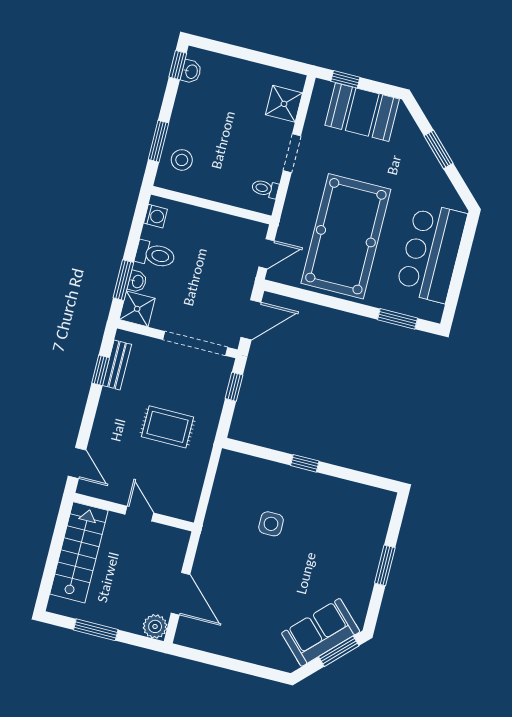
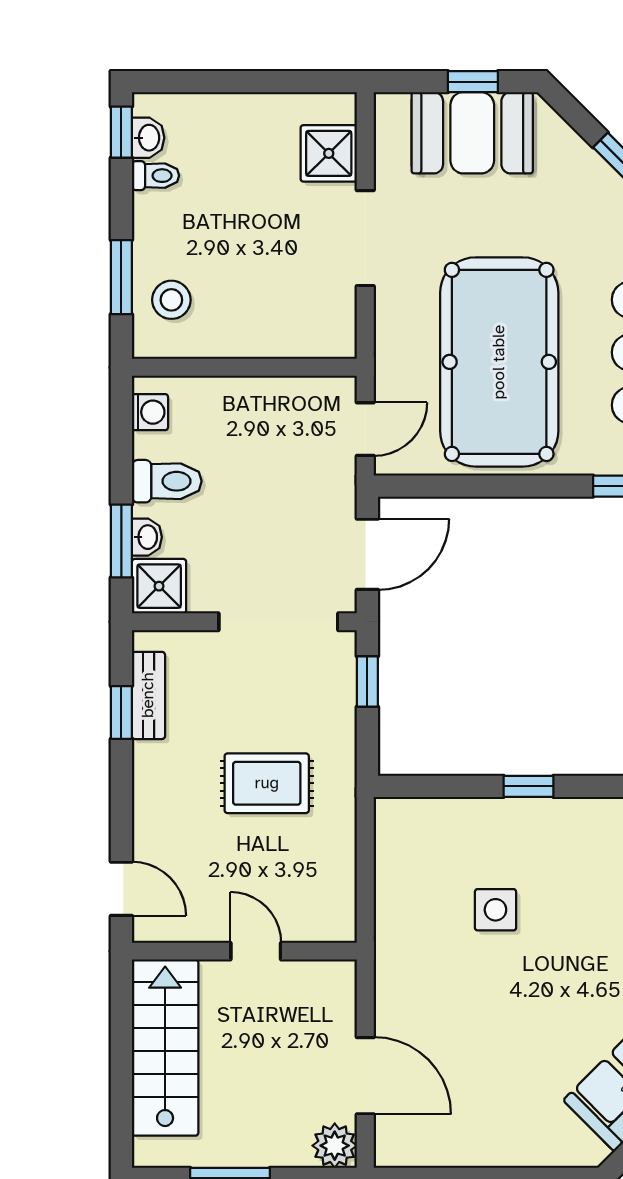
window: (345, 79) -> (473, 82), moved
doorway: (292, 153) -> (365, 238), width x1.38
toilet: (265, 189) -> (155, 176), moved, turned 180

